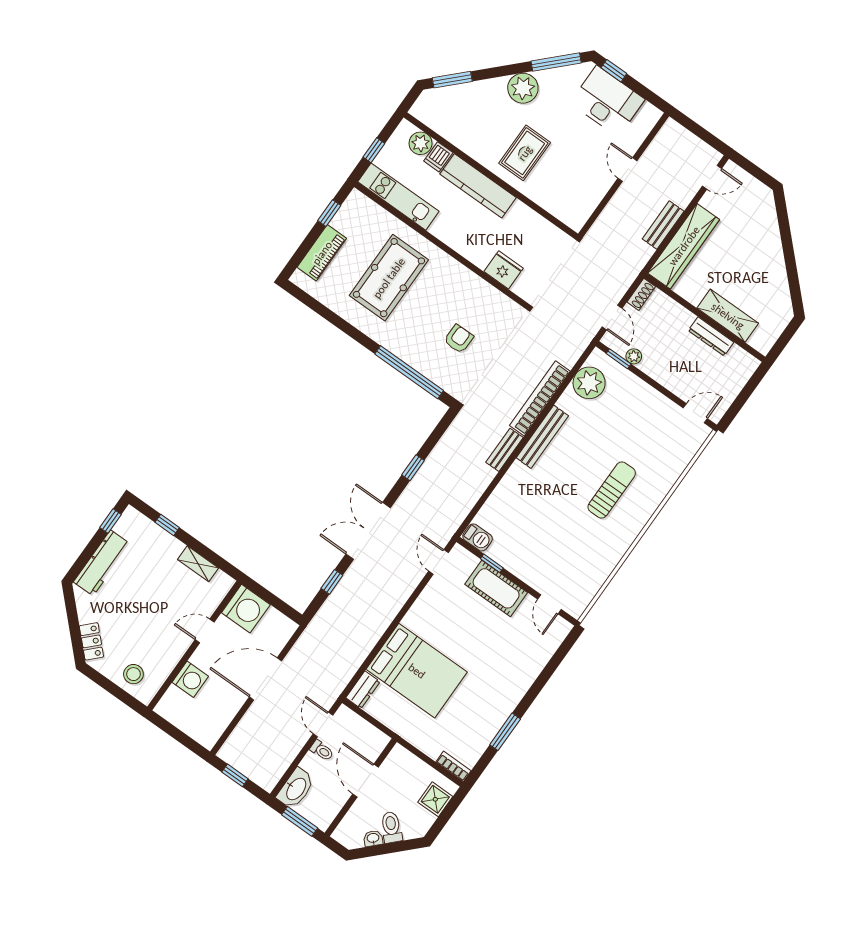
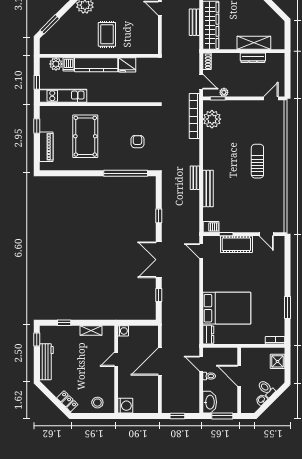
fridge: (504, 270) -> (127, 65), moved, turned 180
bookcase: (540, 398) -> (194, 116), moved
bench: (542, 437) -> (208, 188), moved
washing machine: (246, 609) -> (123, 331), width x0.53, depth x0.53
washing machine: (190, 679) -> (125, 406), moved

